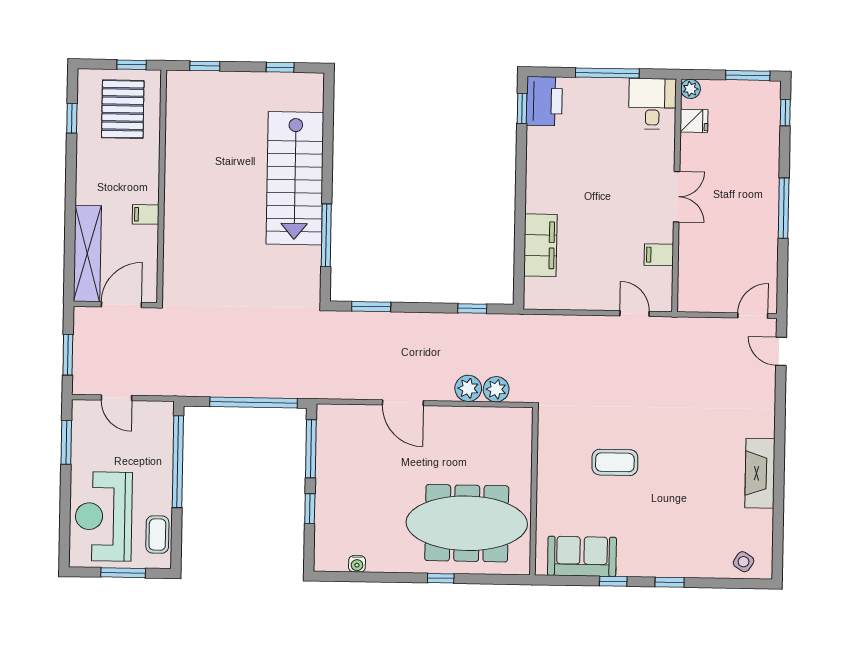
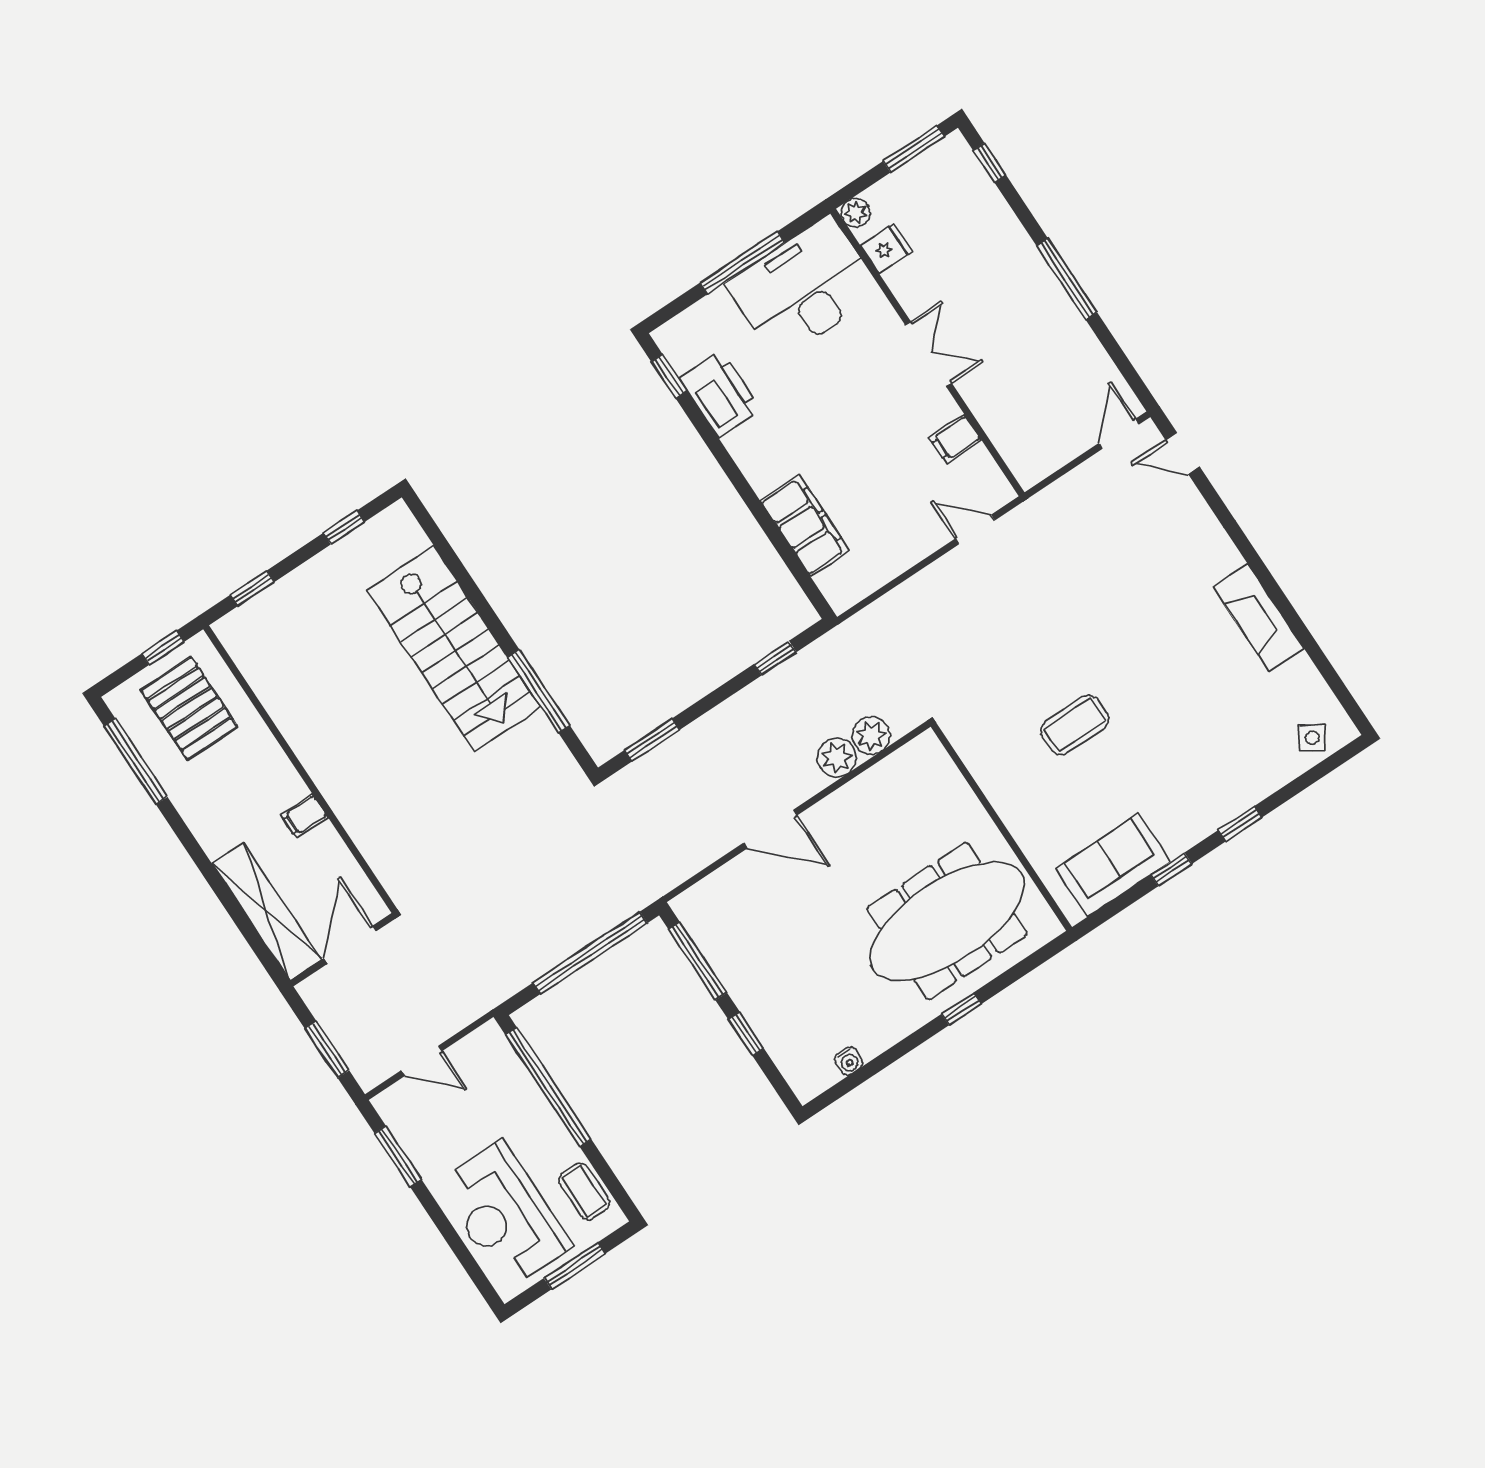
printer: (544, 101) -> (720, 394), moved
desk: (652, 104) -> (803, 288), width x1.87, depth x1.30
window: (72, 118) -> (136, 762), width x2.17

